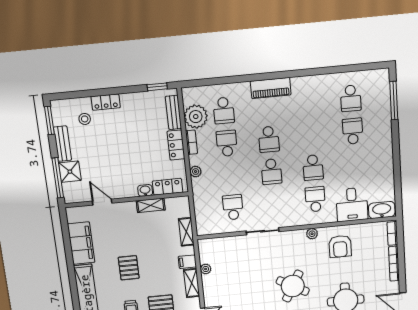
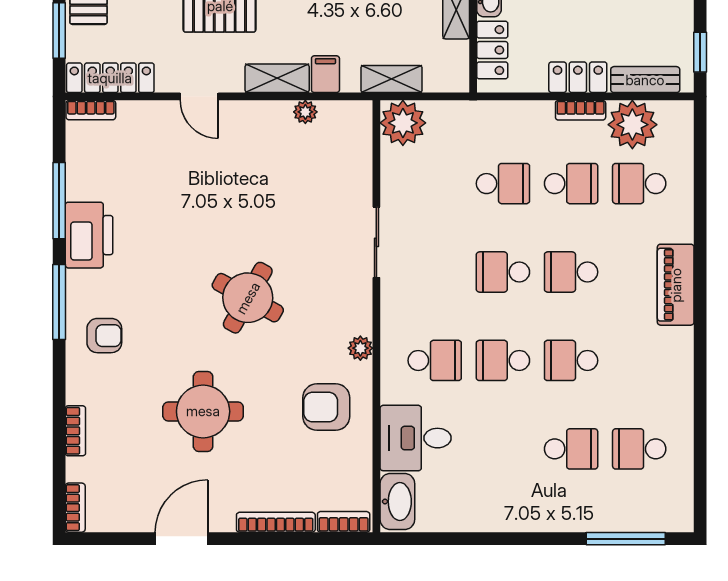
school desk: (311, 135) -> (571, 360), added
plant: (196, 172) -> (403, 123), moved, width x1.88, depth x1.88
school desk: (233, 207) -> (503, 184), moved

